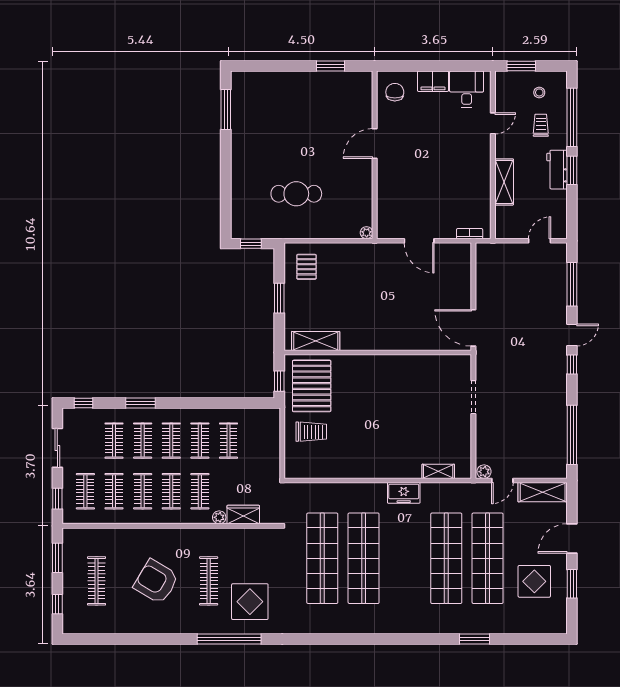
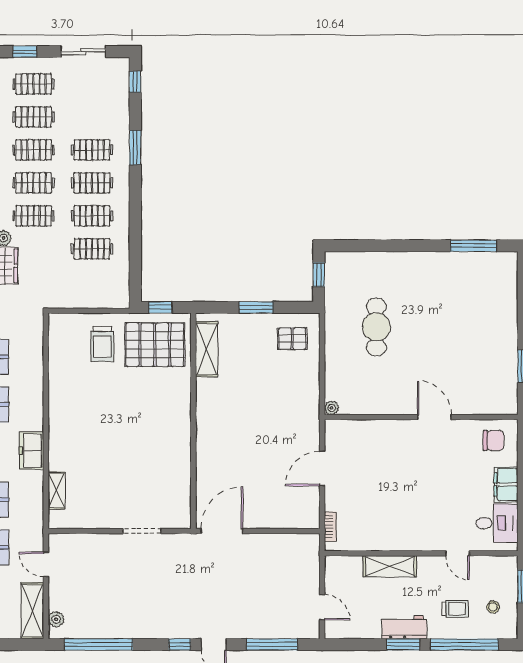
clothes rail: (114, 441) -> (92, 117), removed
plant: (484, 472) -> (56, 619), moved

